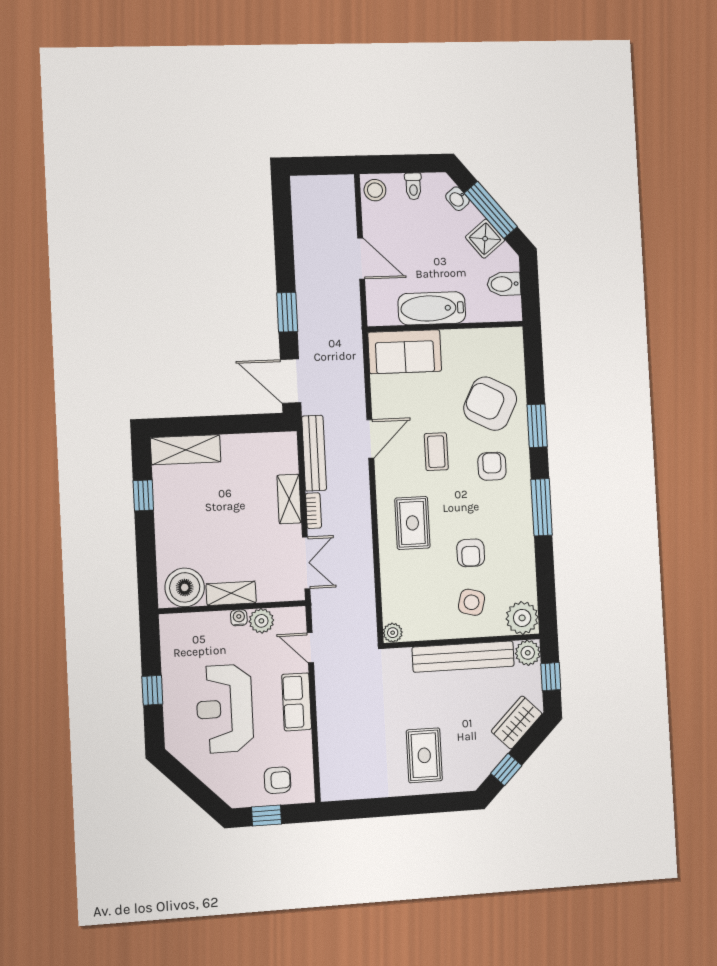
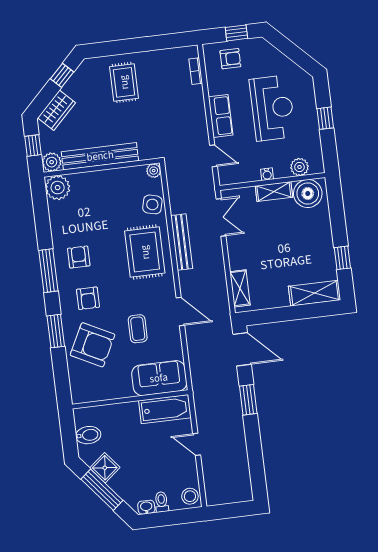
washbasin: (457, 199) -> (146, 507), moved, turned -51
door: (361, 258) -> (197, 444), width x0.73
bathtub: (432, 308) -> (165, 409), moved
door: (370, 439) -> (180, 312), swing flipped
coffee table: (436, 452) -> (138, 329), moved
bench: (314, 453) -> (182, 242), moved
shelving: (289, 499) -> (240, 288), moved
bookcase: (313, 511) -> (196, 71), moved
rug: (412, 523) -> (145, 252), width x1.36, depth x1.43
armchair: (471, 553) -> (79, 257), moved
double door: (306, 563) -> (221, 217), swing flipped
side table: (472, 602) -> (152, 204), moved
plant: (261, 621) -> (299, 167), moved
armchair: (277, 780) -> (230, 59), turned 180

